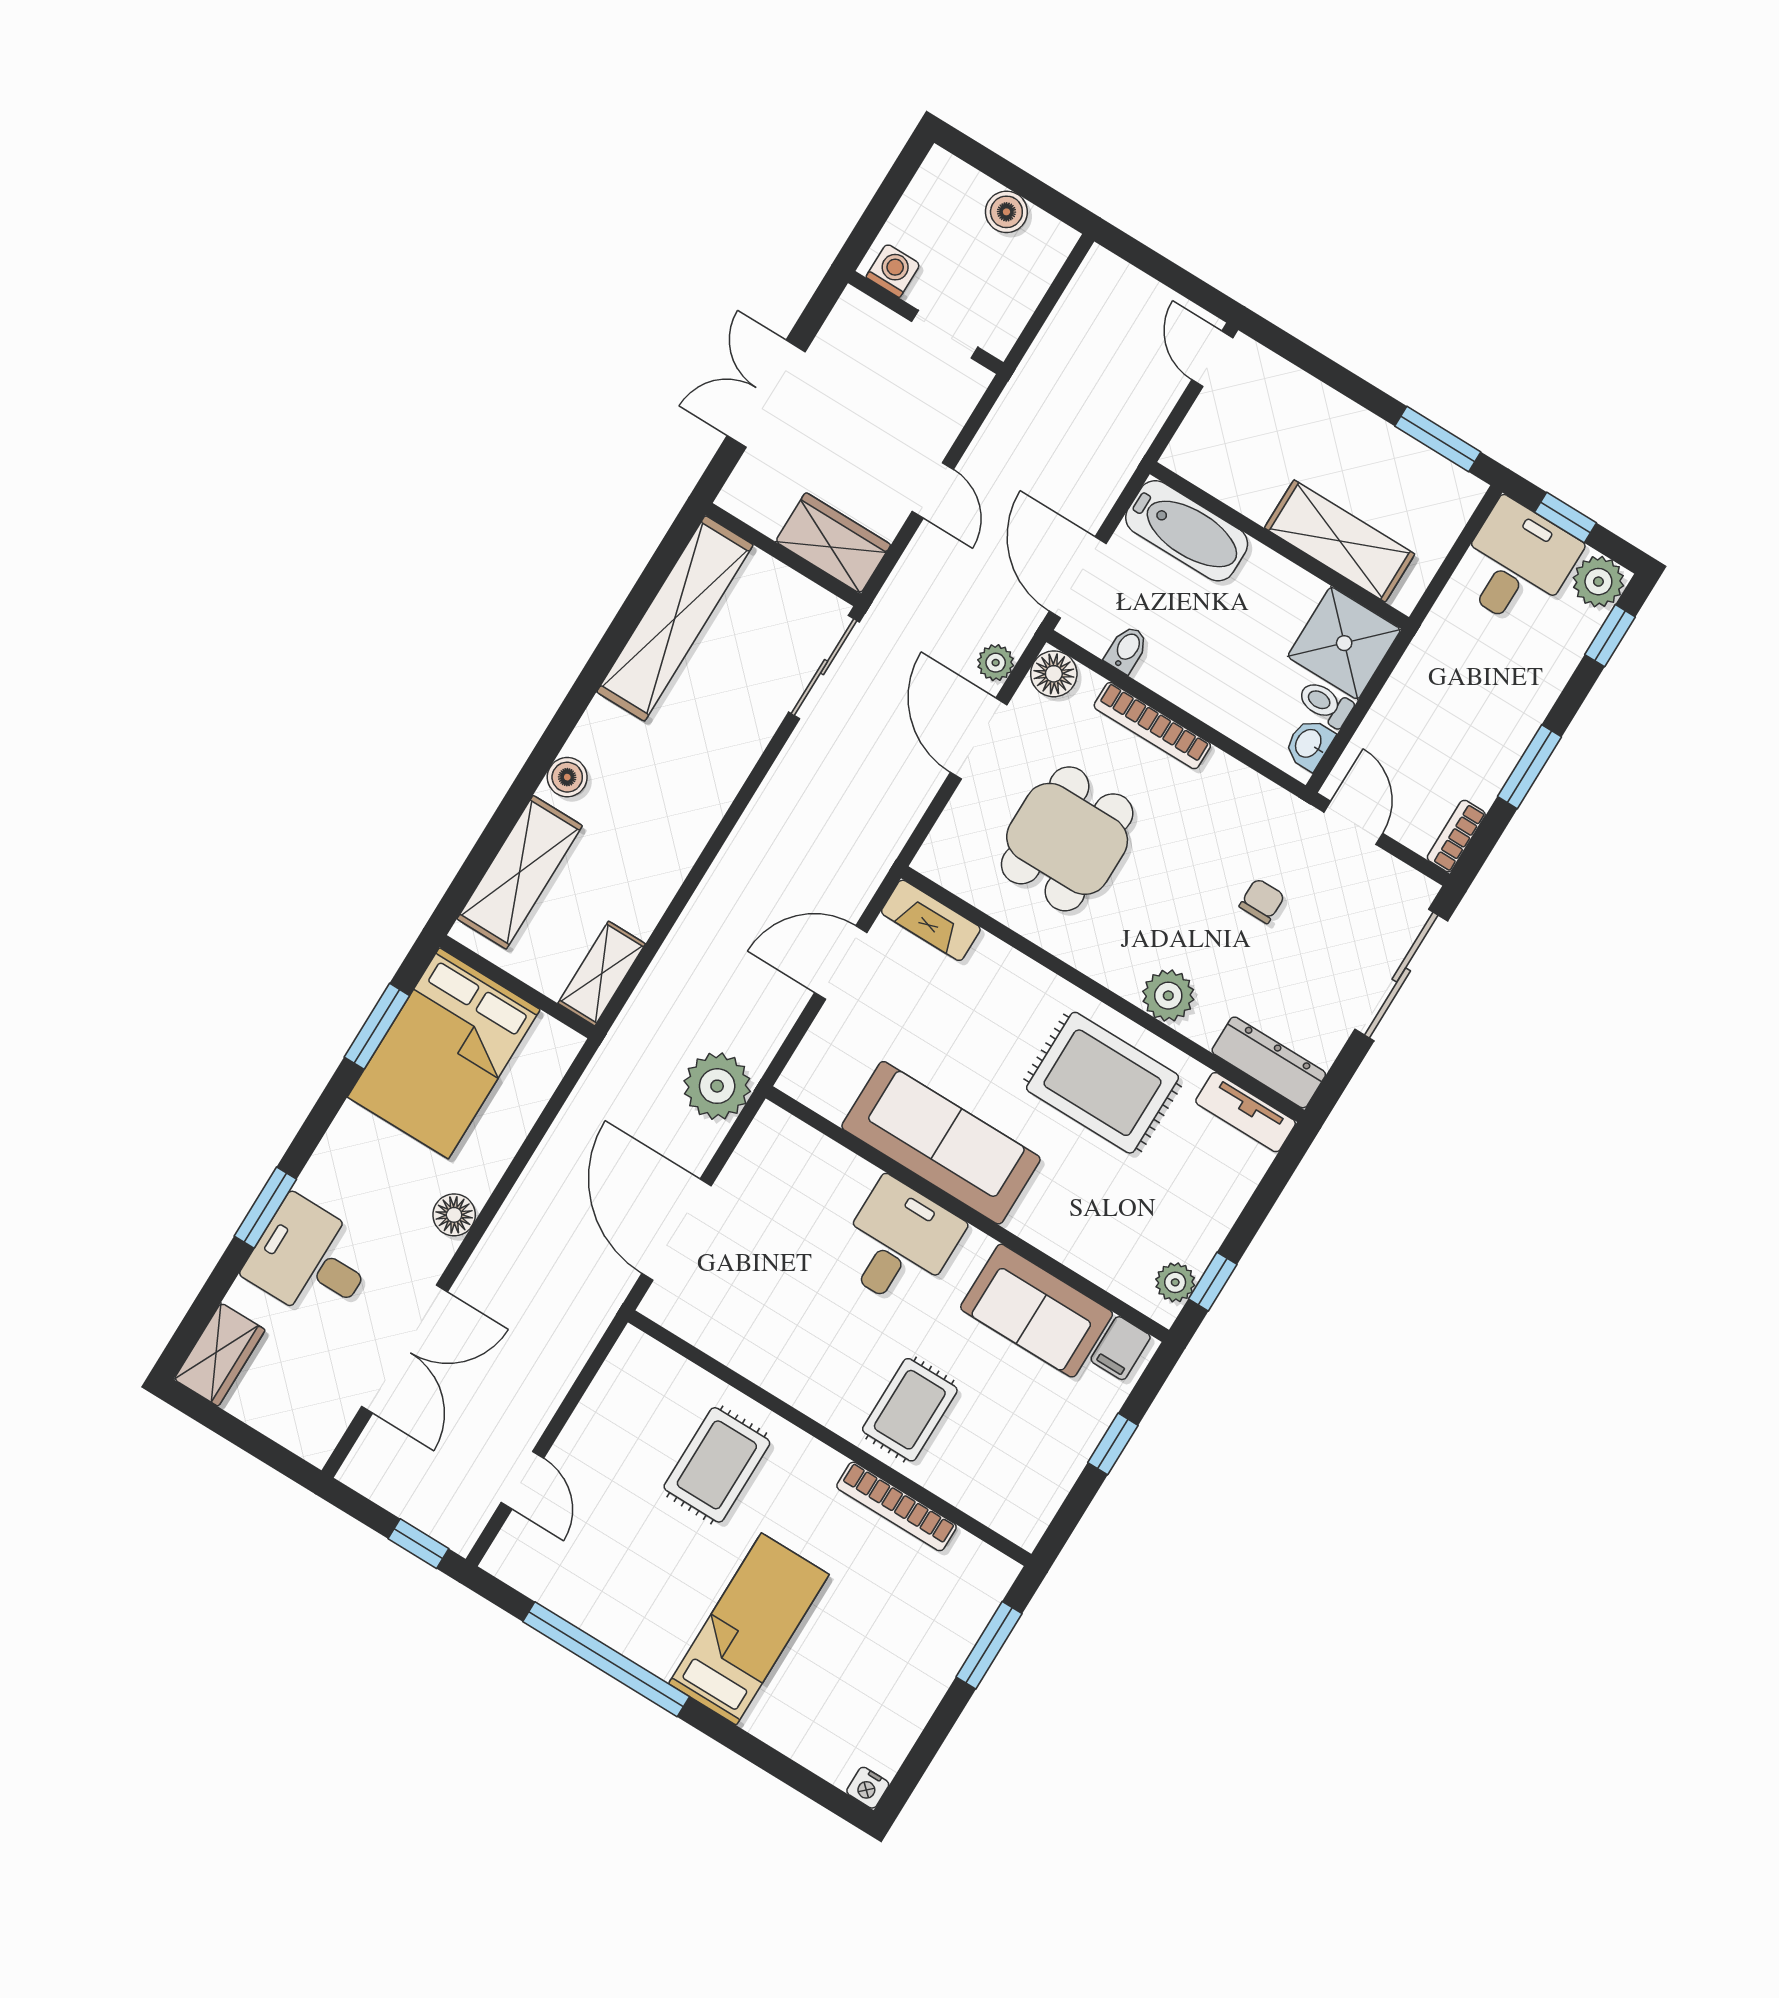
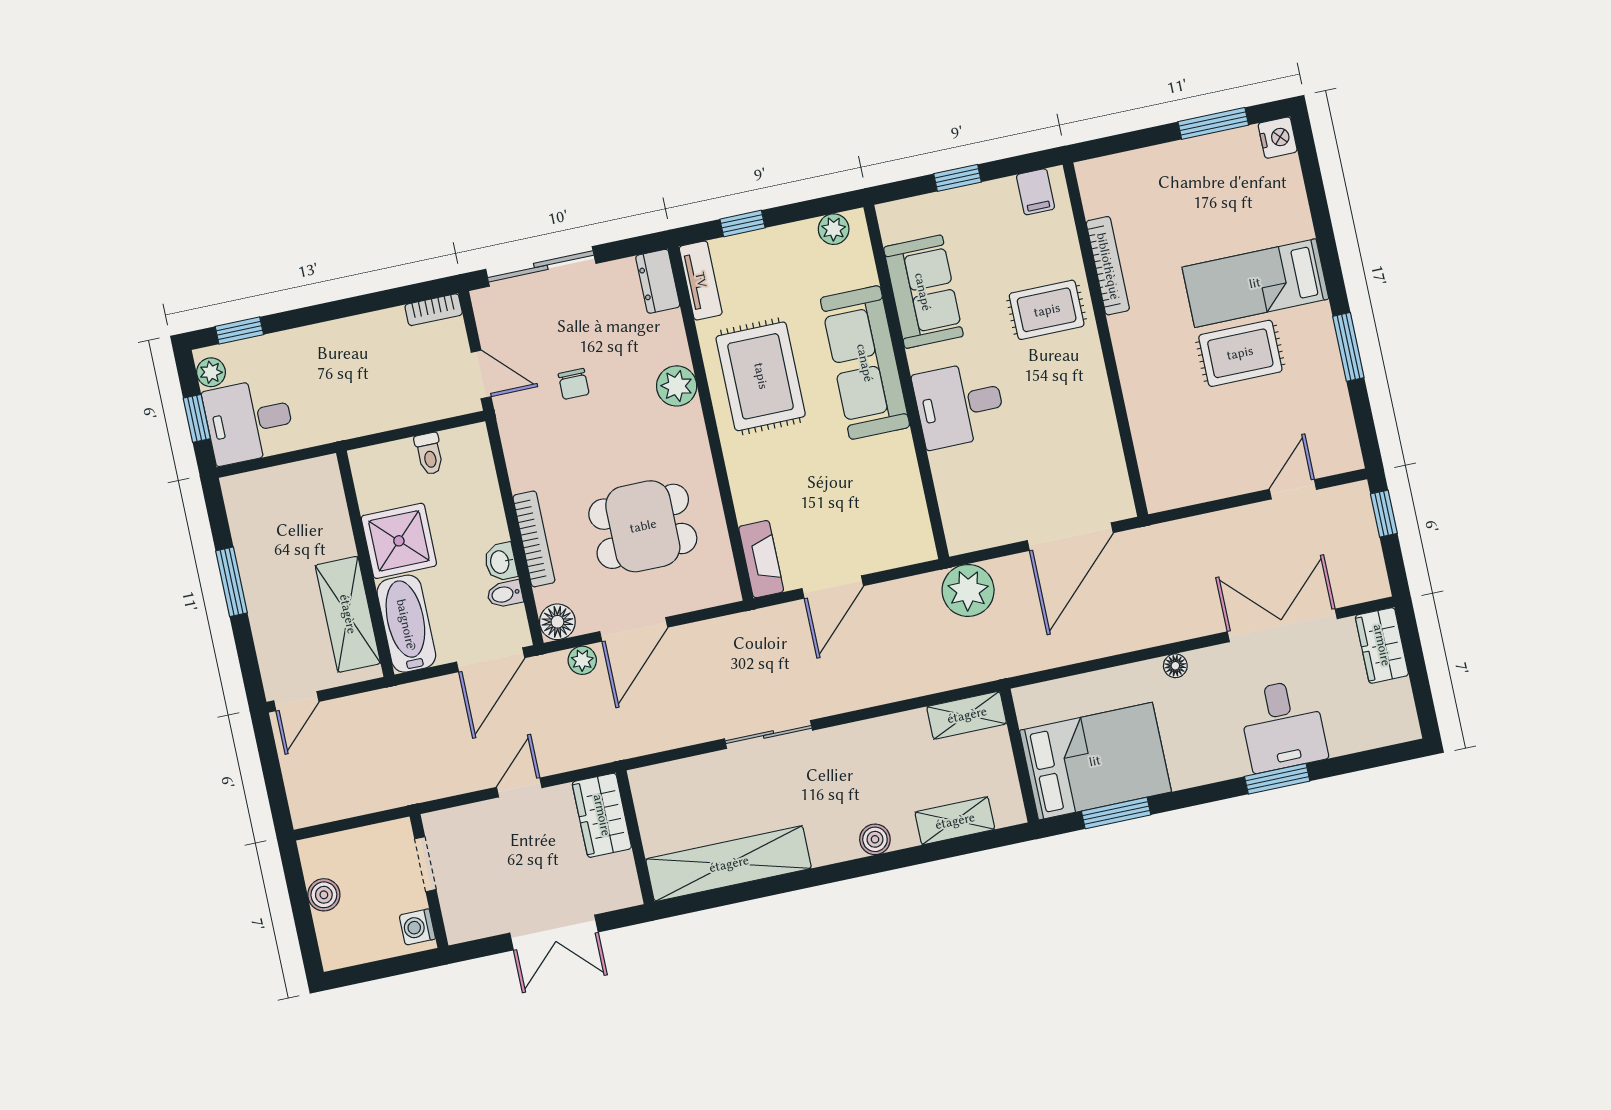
window: (1438, 439) -> (232, 582), moved
shelving: (1340, 541) -> (348, 614), moved
plant: (1598, 582) -> (211, 372), width x0.73, depth x0.73
shower: (1344, 643) -> (399, 541), moved
sliding door: (824, 667) -> (769, 734), moved
washbasin: (1309, 744) -> (501, 562), moved, turned 90
window: (1529, 767) -> (356, 306), removed
door: (1353, 823) -> (481, 374), swing flipped
shelving: (520, 872) -> (955, 821), width x0.67, depth x0.75
chair: (1262, 901) -> (574, 384), turned -90
door: (841, 963) -> (833, 587), hinge flipped
dresser: (1269, 1062) -> (658, 281), width x0.70
sofa: (941, 1143) -> (865, 363), moved
floor lamp: (454, 1215) -> (1175, 666), width x0.73, depth x0.73
window: (1213, 1282) -> (743, 224), moved
filing cabinet: (1121, 1348) -> (1035, 192), moved, turned 90
wardrobe: (220, 1355) -> (1382, 645), moved, turned -90
rug: (717, 1465) -> (1240, 353), moved
window: (989, 1645) -> (1213, 123), moved
window: (606, 1659) -> (1348, 347), width x0.47
nightstand: (868, 1788) -> (1278, 138), width x1.39, depth x1.35

